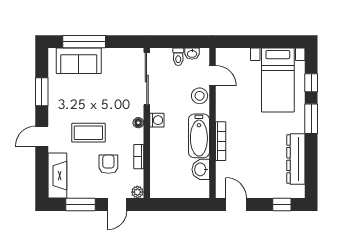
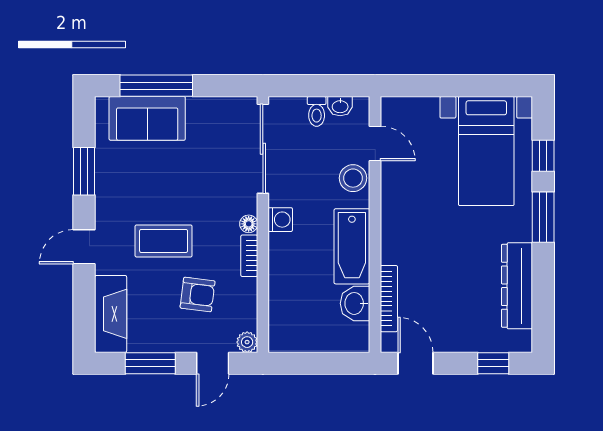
bookcase: (221, 141) -> (389, 299), moved
bookcase: (139, 157) -> (249, 256), moved
armchair: (108, 164) -> (198, 294), turned 97

